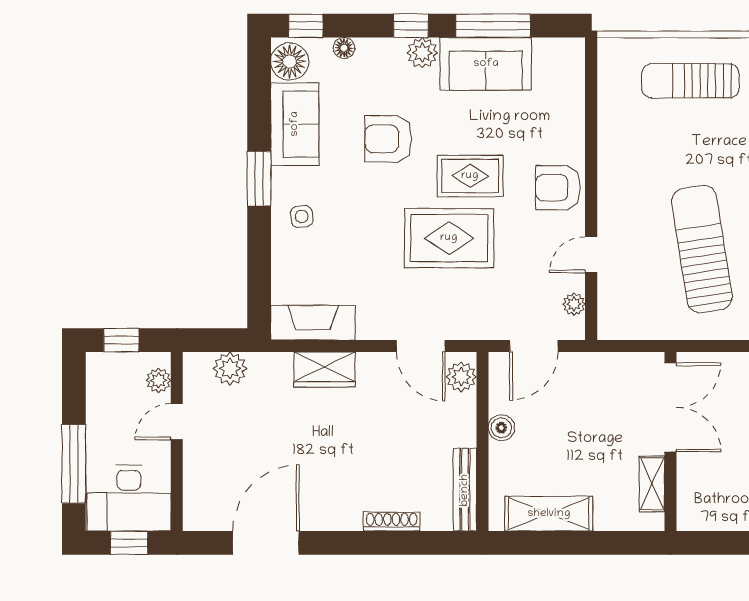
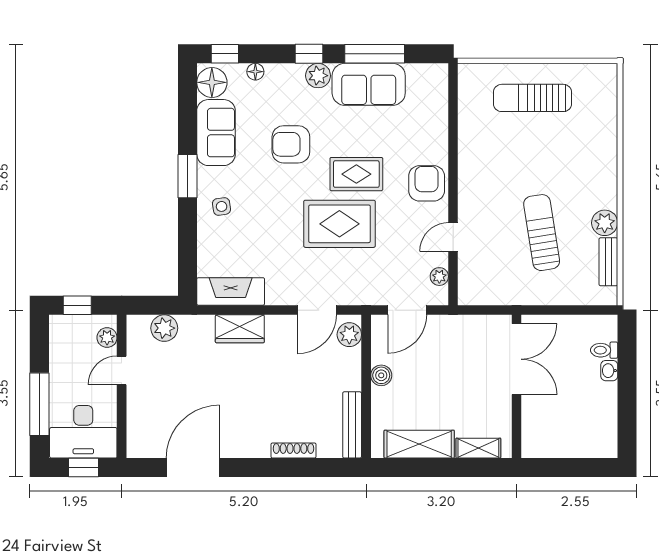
armchair: (558, 188) -> (427, 183), turned 90
sun lounger: (702, 249) -> (542, 233), width x0.73, depth x0.75
door: (421, 346) -> (317, 310), hinge flipped
shelving: (652, 484) -> (478, 448), moved, turned 90

